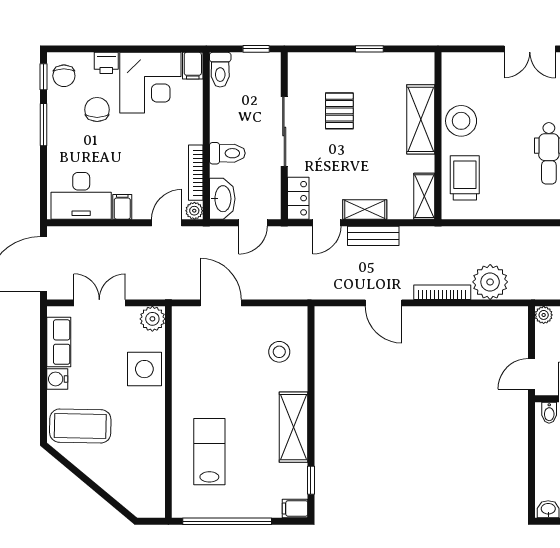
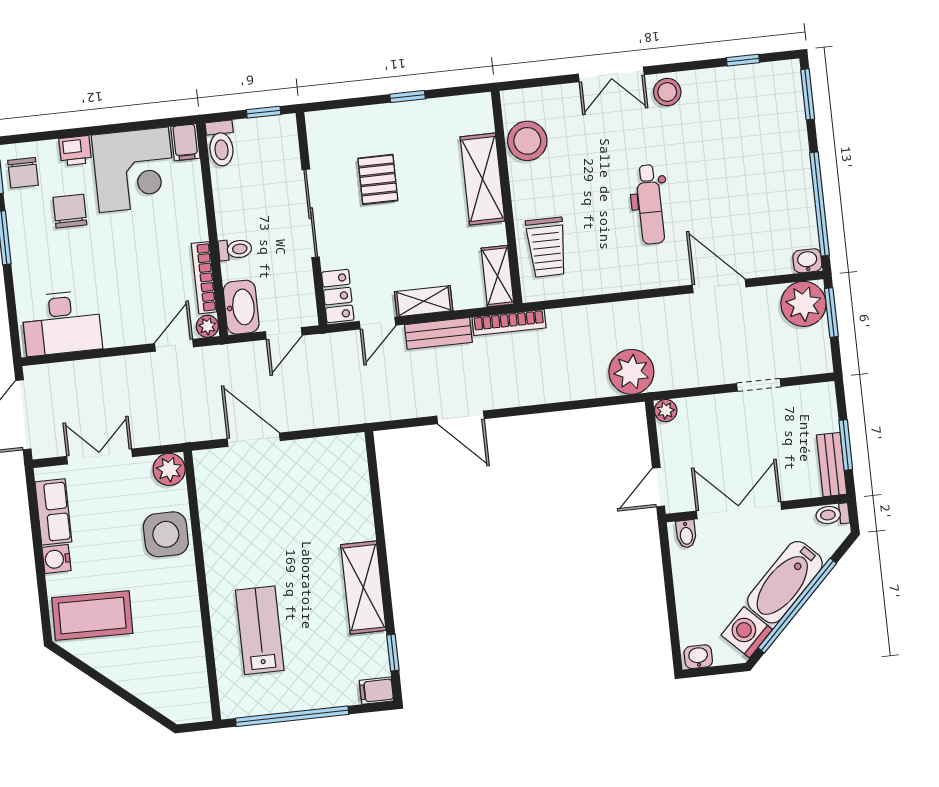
stool: (461, 121) -> (527, 141), moved
toilet: (227, 153) -> (235, 249), width x0.73, depth x0.72
trolley: (465, 178) -> (547, 247), turned 180
filing cabinet: (122, 207) -> (115, 331), removed
plant: (490, 282) -> (631, 372), moved
bookcase: (442, 292) -> (509, 323), moved, turned 180
stool: (279, 352) -> (335, 494), removed

